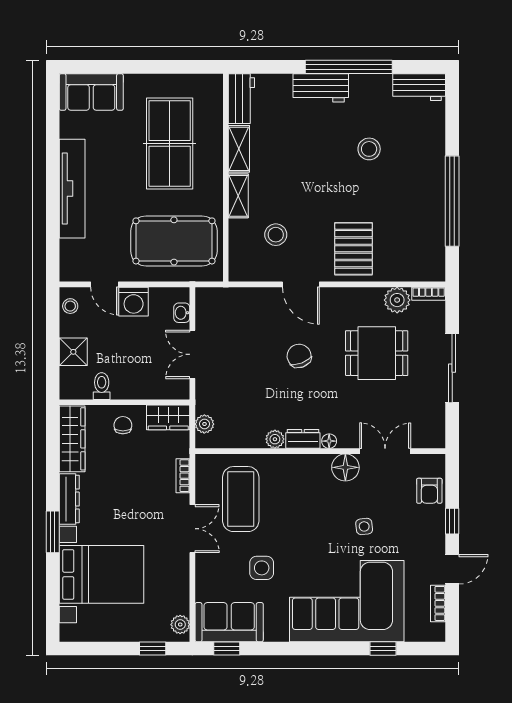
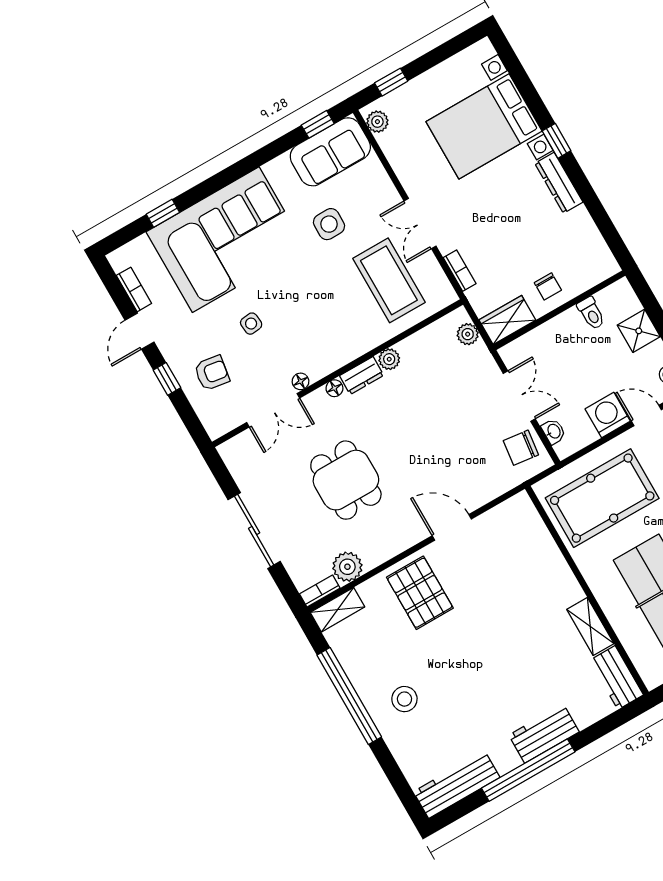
workbench: (419, 87) -> (457, 785), width x1.37
stool: (369, 149) -> (404, 699), moved
shelving: (238, 196) -> (337, 610), moved, turned 90
stool: (276, 235) -> (505, 562), removed
dining table: (377, 353) -> (346, 480), moved, turned 90
chair: (299, 356) -> (521, 448), moved, turned 118
wardrobe: (72, 439) -> (590, 244), removed
floor lamp: (345, 467) -> (300, 381), width x0.53, depth x0.53
armchair: (429, 491) -> (212, 373), moved, turned 99
window: (53, 532) -> (557, 141), width x0.67

